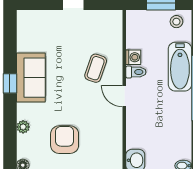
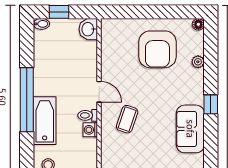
sofa: (31, 78) -> (190, 129), moved
armchair: (65, 140) -> (157, 49), width x1.36, depth x1.36

